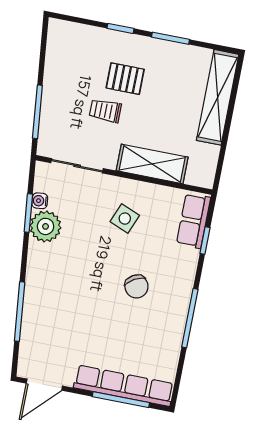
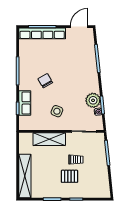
row of seats: (193, 221) -> (25, 103), moved

